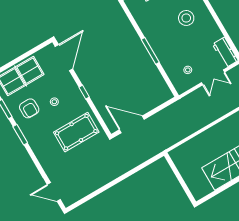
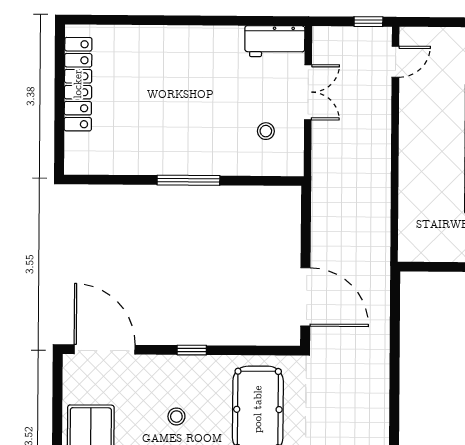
stool: (186, 18) -> (167, 76), removed
door: (132, 124) -> (305, 297), swing flipped

